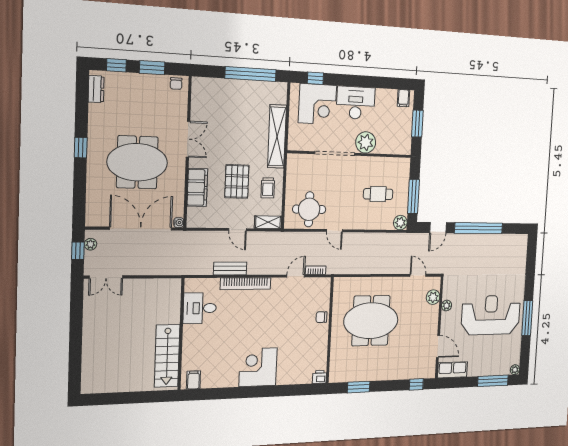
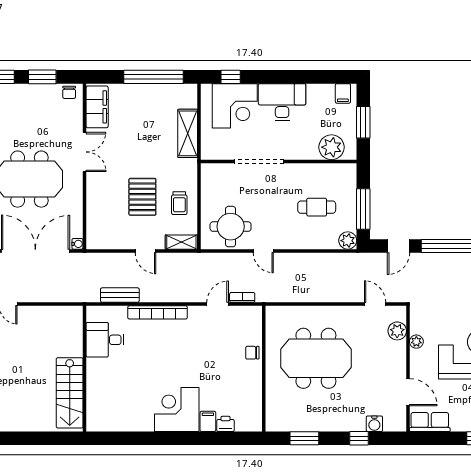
shelving: (277, 136) -> (188, 133), width x0.68
plant: (366, 142) -> (332, 147), moved
filing cabinet: (197, 187) -> (97, 107), moved
bench: (230, 268) -> (120, 295), moved
water cooler: (412, 373) -> (374, 424), added
printer: (320, 377) -> (225, 424), moved
filing cabinet: (193, 380) -> (208, 421), moved
window: (416, 384) -> (359, 438), moved

